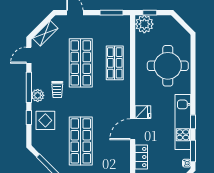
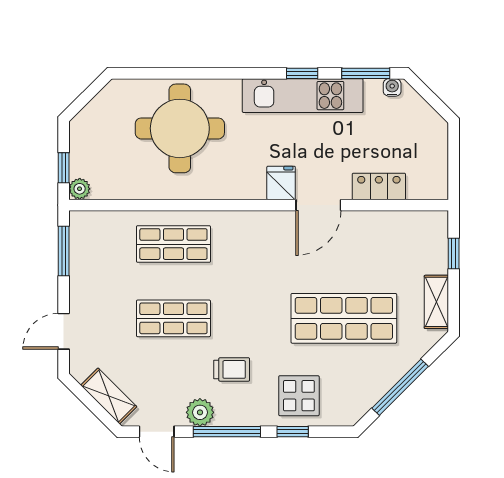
plant: (144, 24) -> (80, 189), width x0.53, depth x0.53
shop shelf: (81, 63) -> (173, 318), width x0.70, depth x0.74
plant: (38, 95) -> (200, 412), moved
door: (133, 129) -> (318, 205), hinge flipped

